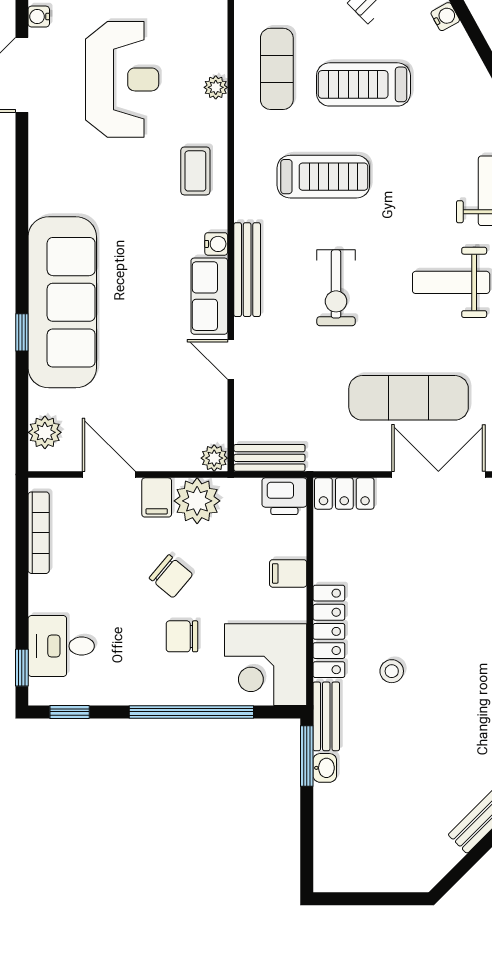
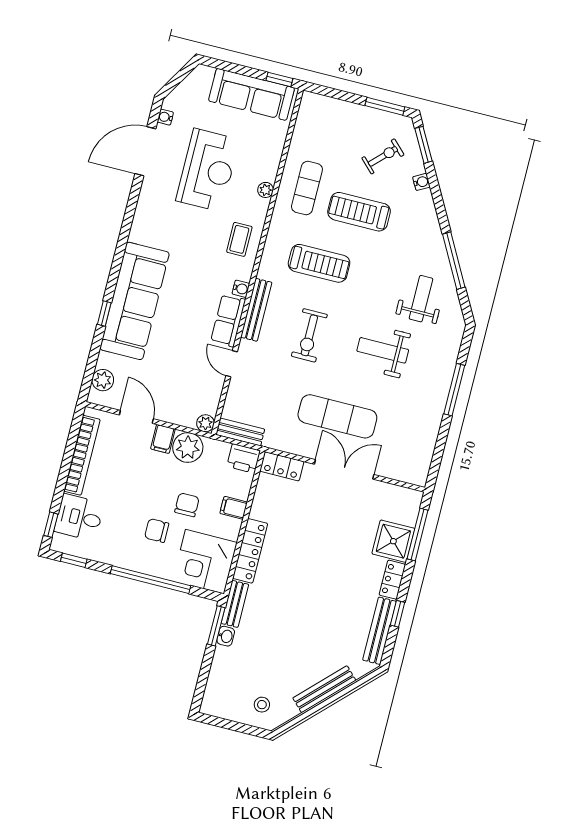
bookcase: (39, 533) -> (82, 455), width x1.48, depth x1.31
chair: (171, 576) -> (187, 505), moved, turned -130
stool: (392, 671) -> (262, 705), moved

